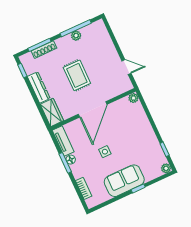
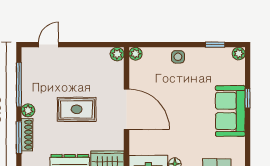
plant: (76, 36) -> (28, 110), moved
door: (127, 67) -> (49, 45), moved
plant: (127, 86) -> (117, 54), added
side table: (105, 152) -> (178, 57), moved

